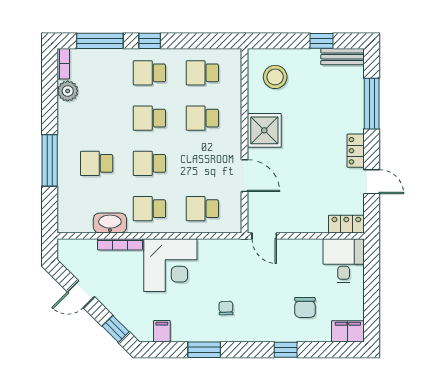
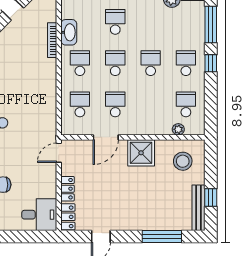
bench: (343, 57) -> (198, 208), width x1.36
plant: (234, 83) -> (178, 129), added
school desk: (202, 118) -> (115, 104), moved
locker: (356, 151) -> (68, 189), moved, turned 90
corner desk: (170, 265) -> (36, 80), removed

